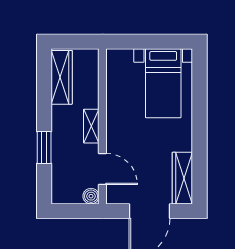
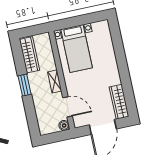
bed with nightstands: (163, 83) -> (77, 49), moved
window: (44, 148) -> (25, 85), moved

